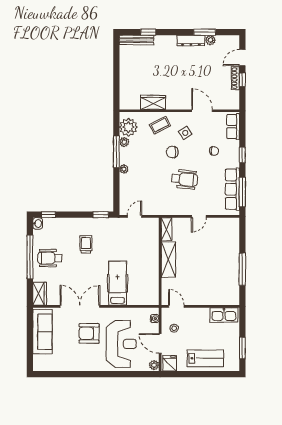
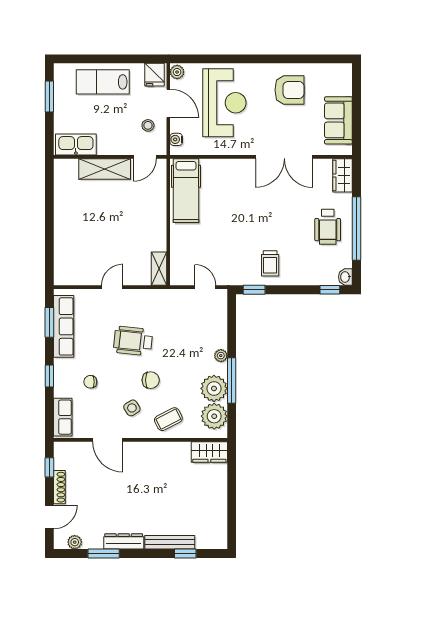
bench: (136, 40) -> (170, 542), moved
plant: (210, 40) -> (75, 542), moved
window: (242, 80) -> (49, 467), moved
wardrobe: (153, 102) -> (209, 452), moved
plant: (124, 142) -> (214, 388), width x1.87, depth x1.87
window: (242, 192) -> (49, 322), width x0.69
door: (134, 216) -> (205, 287), swing flipped
trolley: (86, 244) -> (270, 263), moved
wheelchair: (50, 258) -> (328, 227), turned 90
shelving: (168, 260) -> (105, 169), moved, turned 90
window: (242, 269) -> (49, 211), removed
hospital bed: (118, 283) -> (186, 191), moved
door: (176, 306) -> (145, 157), hinge flipped
sofa: (42, 332) -> (338, 120), width x0.73
armchair: (89, 333) -> (289, 90), moved
reception desk: (121, 344) -> (224, 103), turned 180

